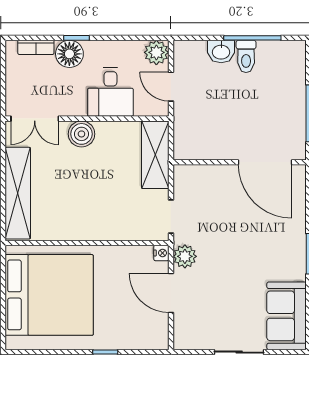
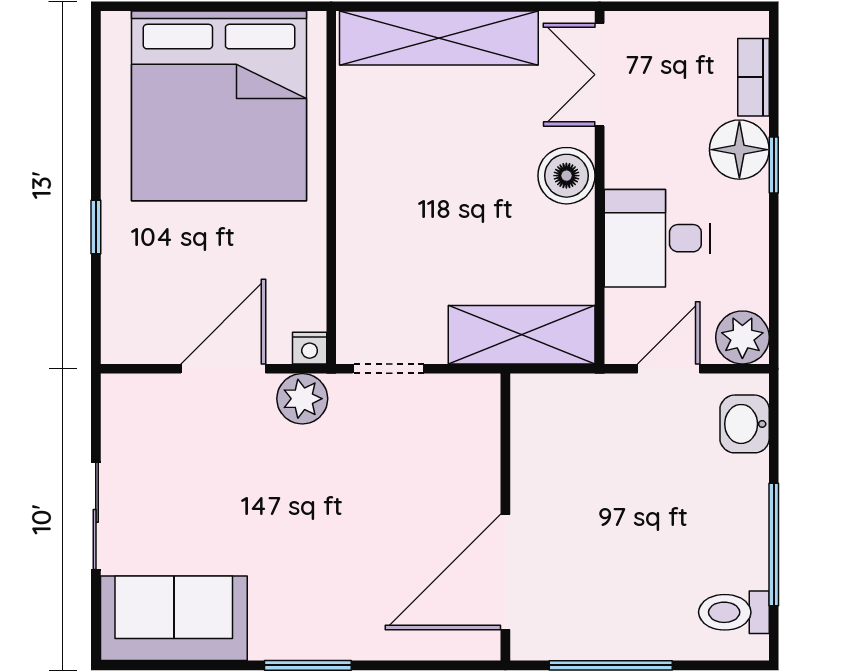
washbasin: (221, 51) -> (745, 424), moved
toilet: (246, 56) -> (734, 612), moved

